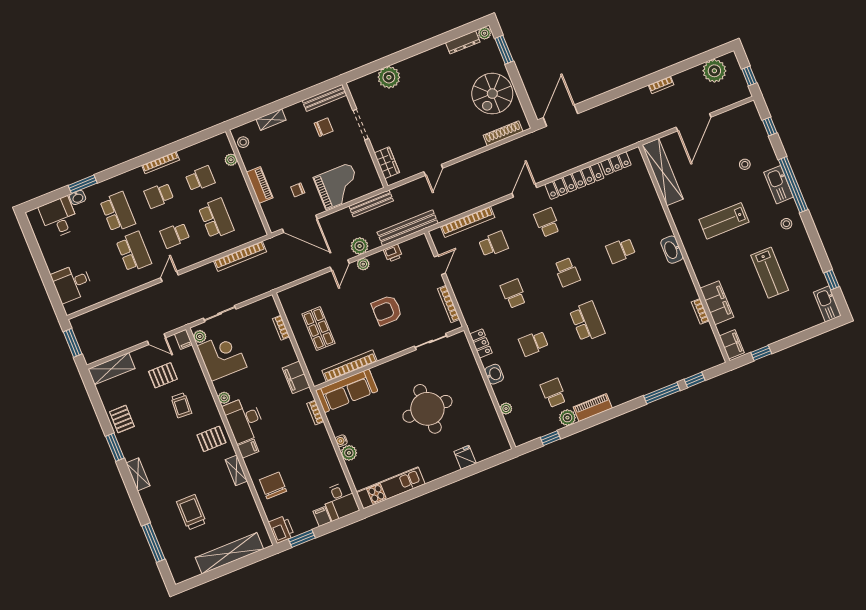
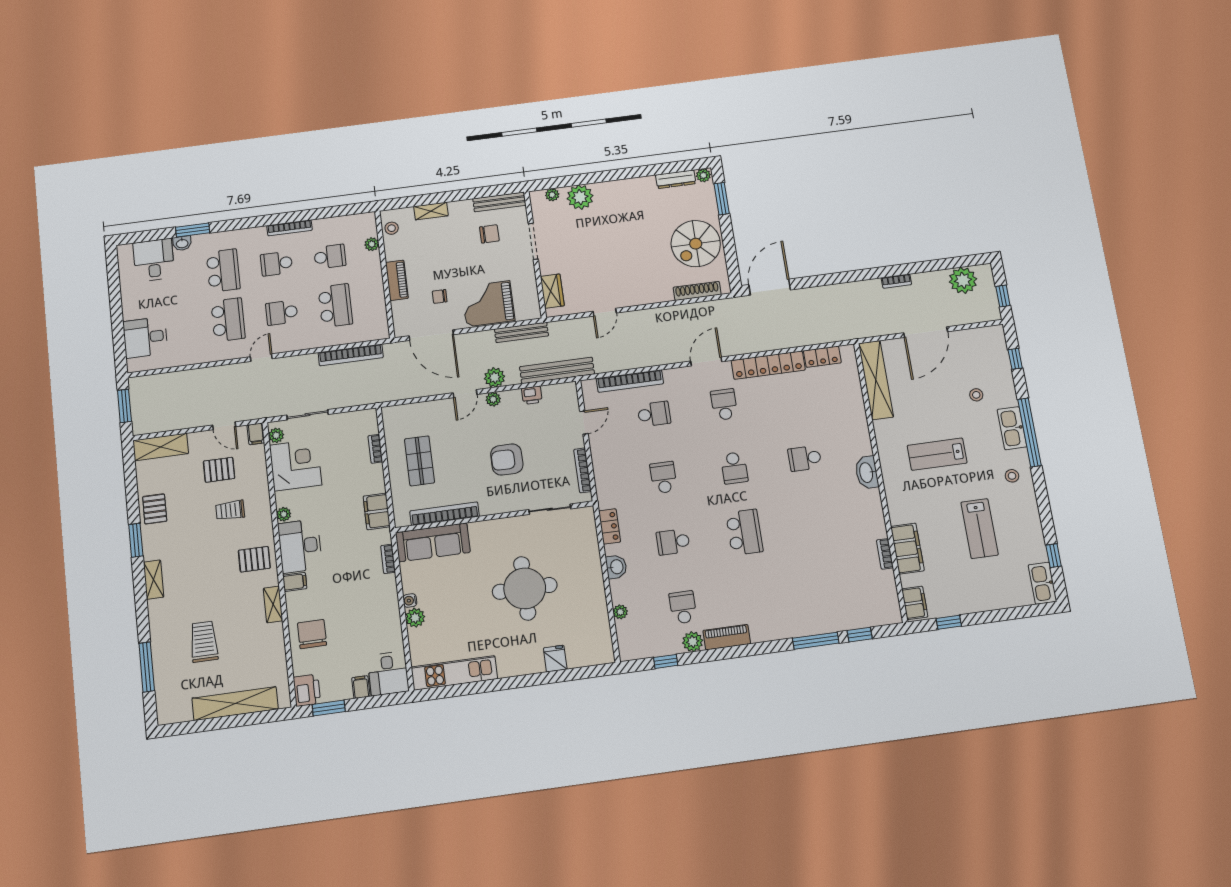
plant: (366, 81) -> (552, 195), added
grand piano: (338, 186) -> (488, 304), turned 180
trolley: (181, 405) -> (230, 510), turned 87

